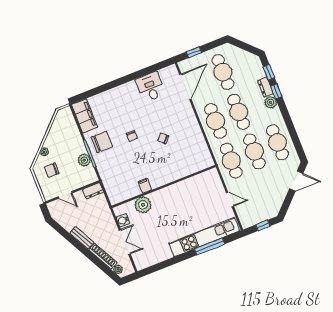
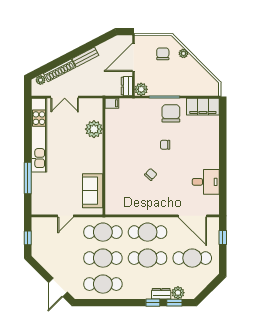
plant: (271, 102) -> (178, 293), moved
chair: (102, 142) -> (171, 113), turned 180
plant: (84, 160) -> (141, 89), moved
sofa: (198, 184) -> (93, 191), added
filing cabinet: (145, 186) -> (112, 103), moved
door: (65, 195) -> (134, 57), width x1.88
water cooler: (123, 220) -> (87, 104), removed
kitchen unit: (204, 237) -> (39, 135), moved

